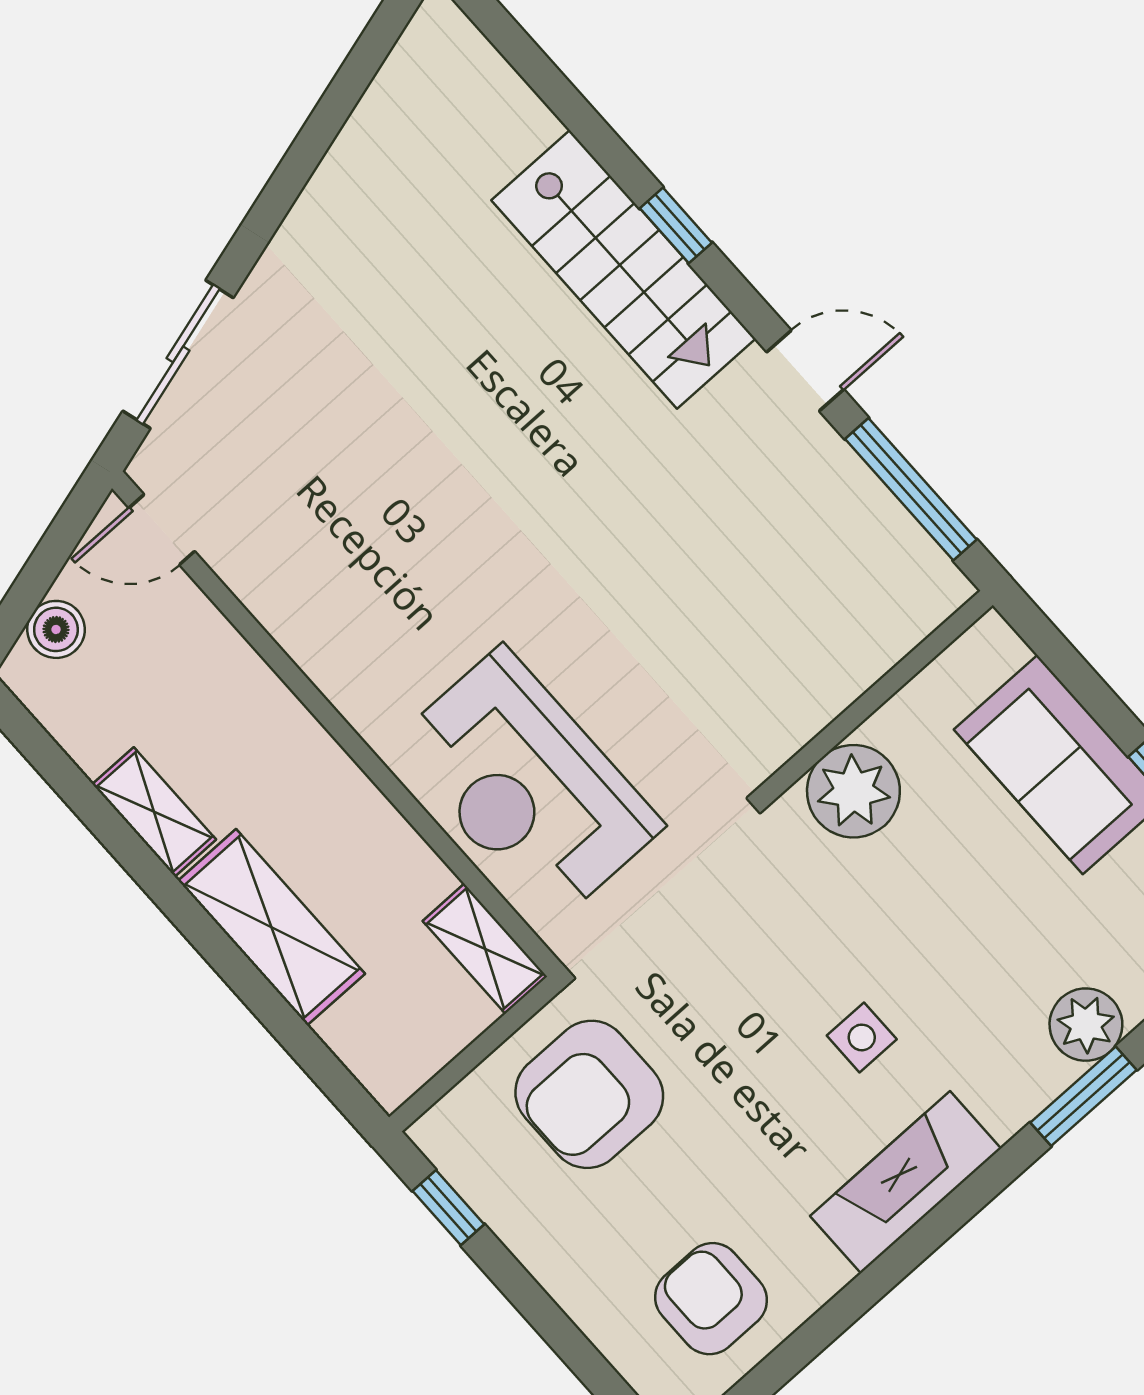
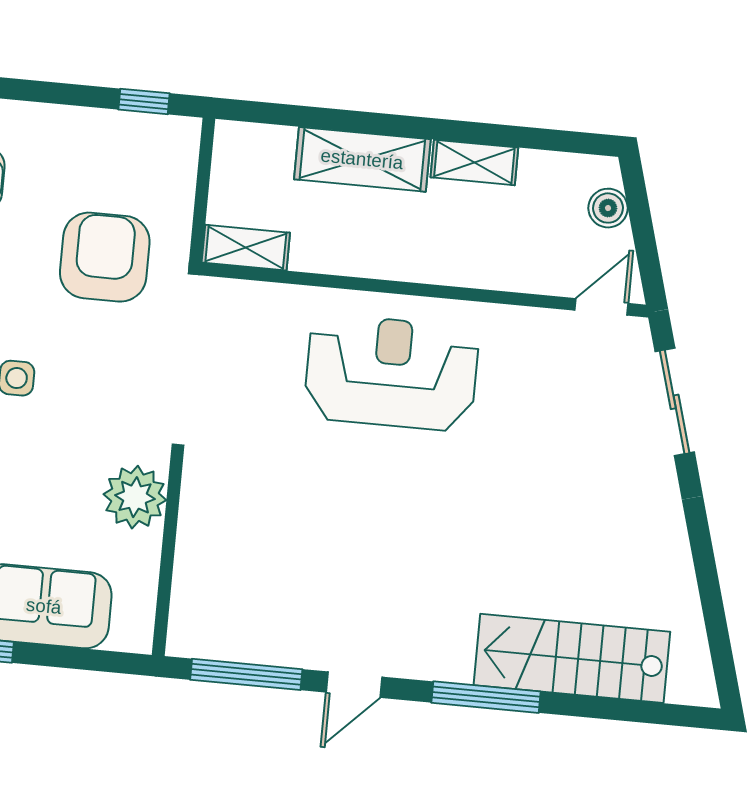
window: (676, 225) -> (486, 697), width x2.17
stairs: (623, 269) -> (572, 658), moved
reception desk: (527, 785) -> (391, 373), moved
armchair: (589, 1094) -> (105, 257), moved

